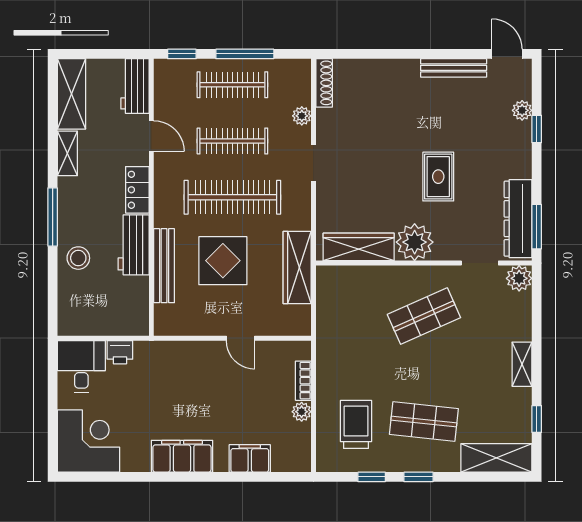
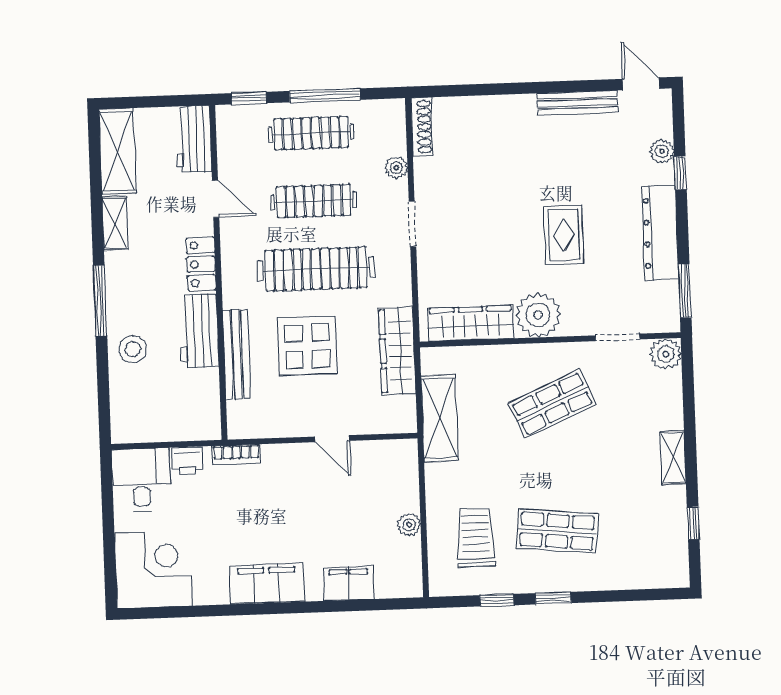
dresser: (518, 219) -> (660, 233), moved
bookcase: (303, 381) -> (236, 455), moved, turned -90
shelving: (496, 458) -> (440, 418), moved, turned 90

